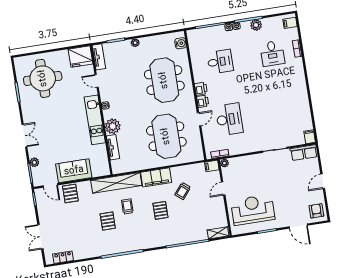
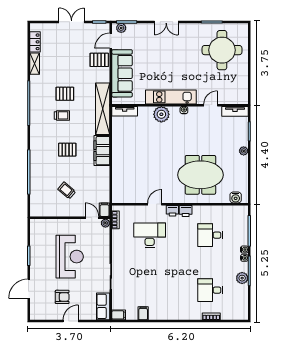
filing cabinet: (290, 23) -> (143, 313), moved
fridge: (81, 57) -> (238, 93), removed
desk: (220, 62) -> (210, 235), turned 90
door: (199, 119) -> (155, 204), swing flipped
desk: (229, 119) -> (150, 235), turned 180
meeting table: (166, 136) -> (142, 168), removed
tv unit: (113, 147) -> (125, 111), moved
plant: (34, 162) -> (121, 28), moved
sofa: (74, 171) -> (122, 73), width x1.36
door: (323, 181) -> (71, 321), hinge flipped
door: (223, 189) -> (92, 218), moved
trolley: (183, 191) -> (67, 190), moved
trolley: (127, 206) -> (62, 115), moved
reception desk: (253, 210) -> (70, 257), moved
armchair: (316, 211) -> (62, 297), moved
shelving: (218, 233) -> (35, 64), moved
double door: (40, 237) -> (72, 22), moved

